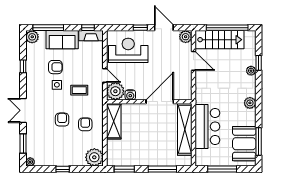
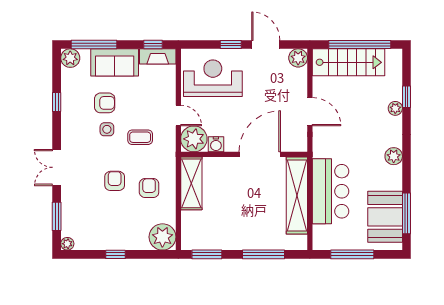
door: (194, 61) -> (310, 112), moved

